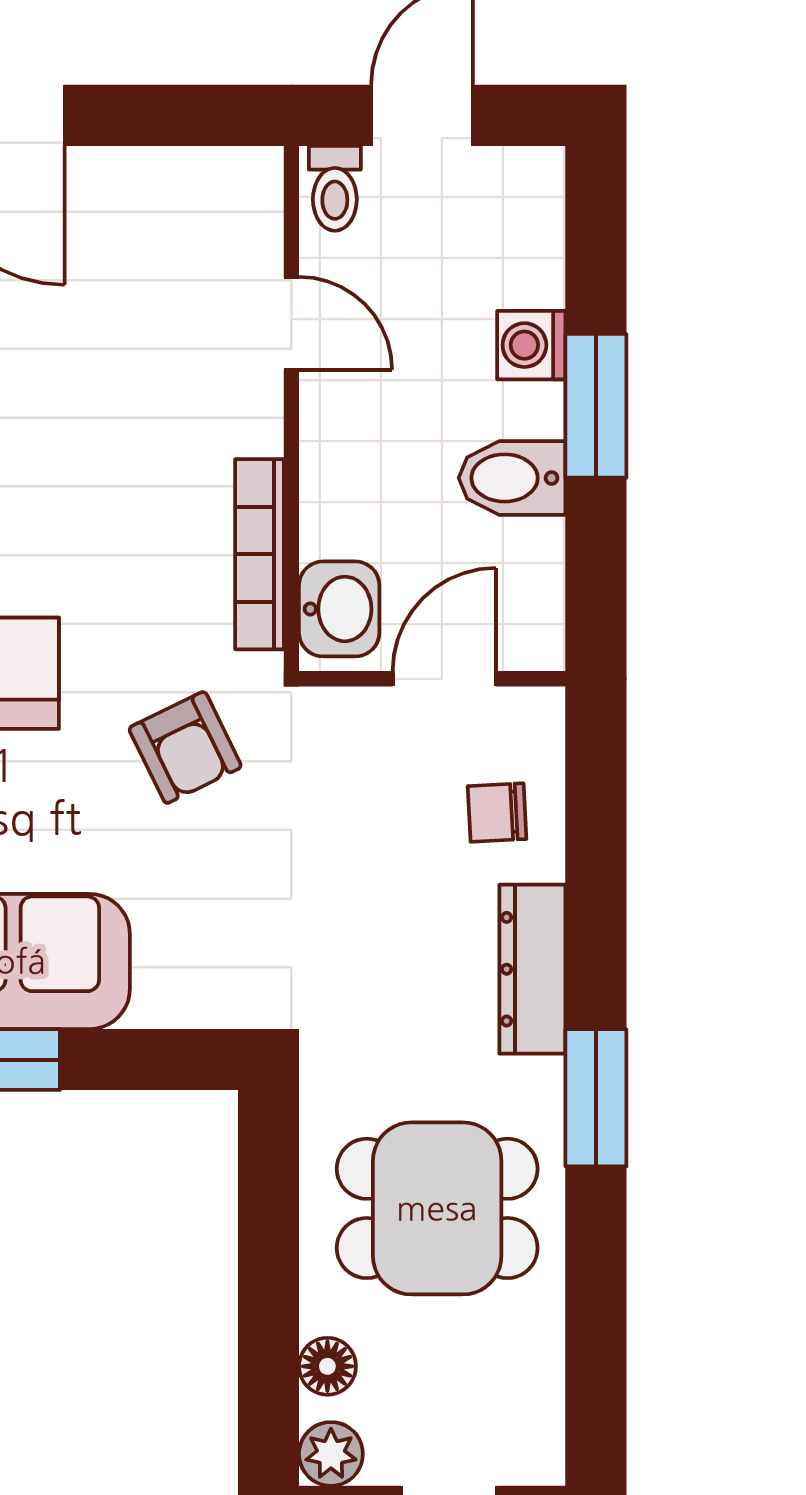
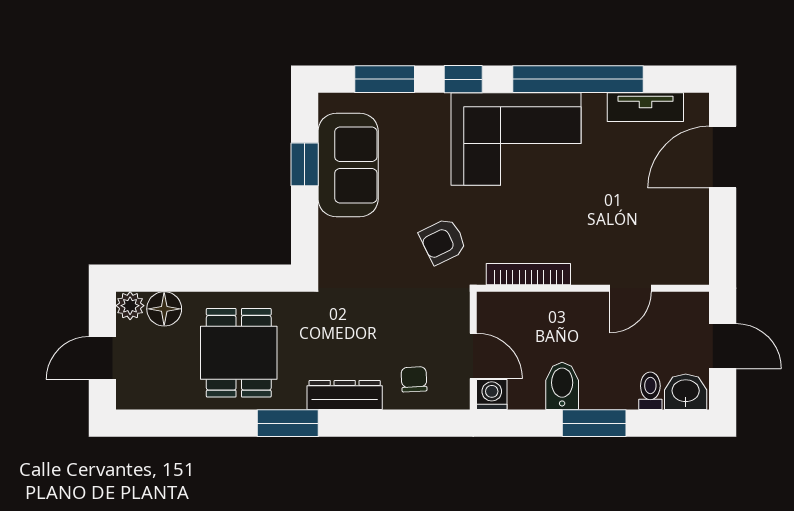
toilet: (335, 188) -> (650, 391), moved, turned 90
washing machine: (531, 345) -> (492, 394), moved
washbasin: (339, 609) -> (686, 392), moved, turned 180
floor lamp: (327, 1366) -> (164, 309), width x1.37, depth x1.37

